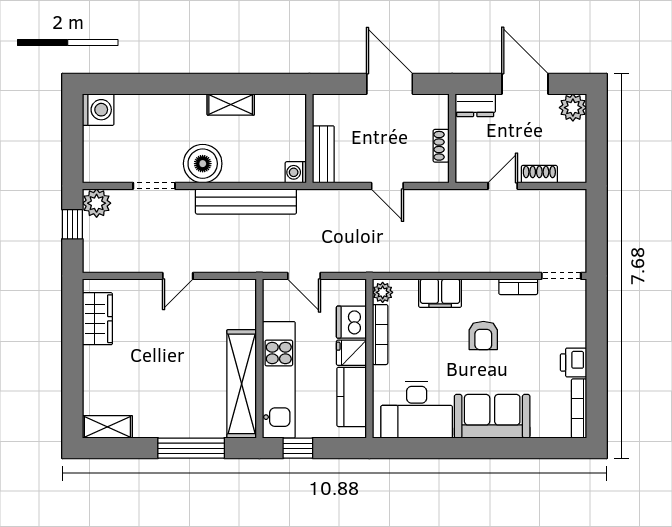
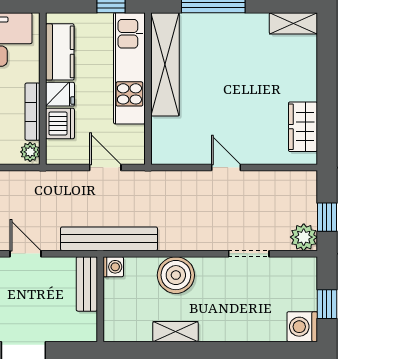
window: (72, 133) -> (327, 304), added
boiler: (203, 164) -> (176, 275), moved
bench: (246, 201) -> (109, 239), moved
door: (178, 276) -> (226, 168), hinge flipped

